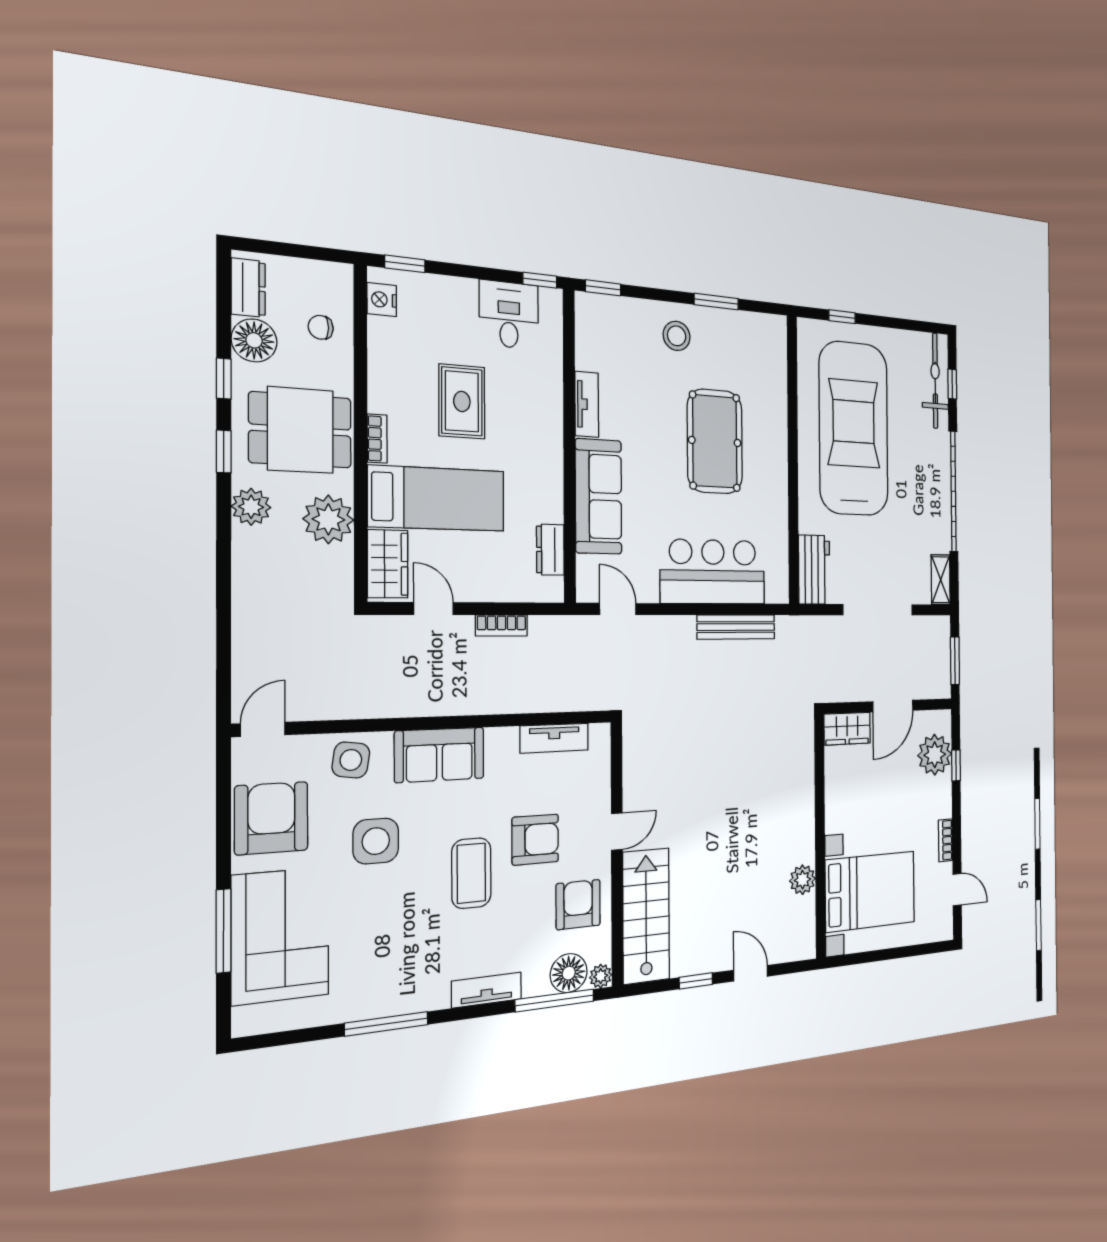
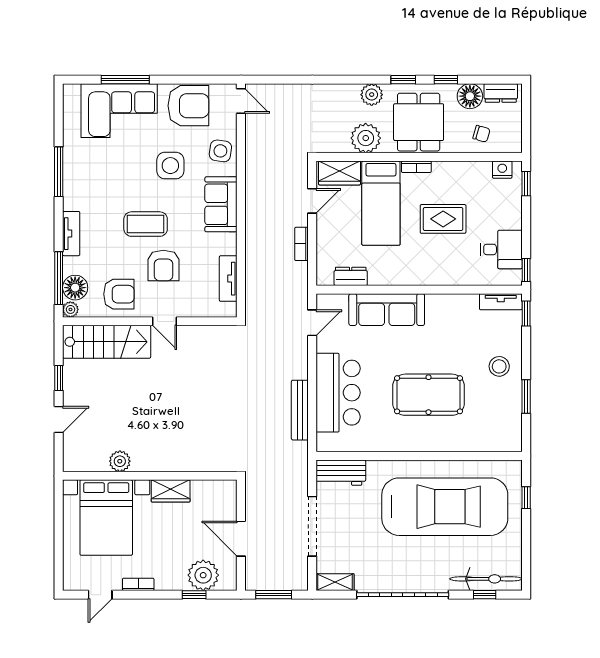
chair: (321, 327) -> (481, 134), turned 106
tv unit: (587, 404) -> (501, 302), moved
wardrobe: (847, 729) -> (171, 491), moved, turned -90

